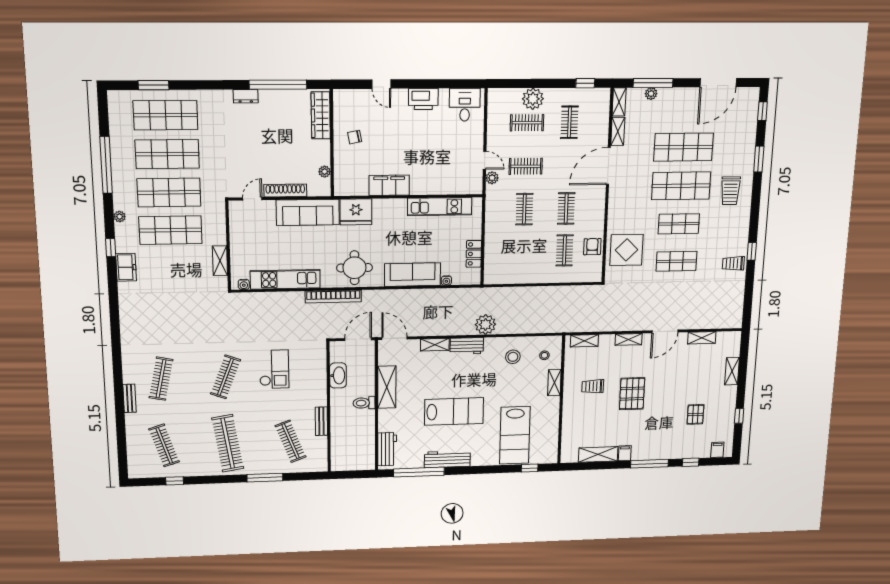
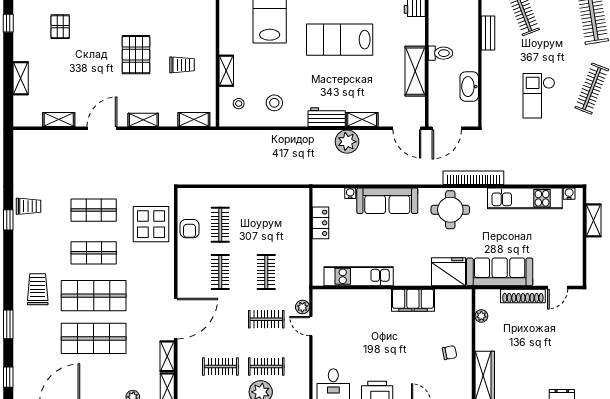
clothes rail: (569, 122) -> (220, 367), turned 90
plant: (485, 324) -> (347, 142), moved

